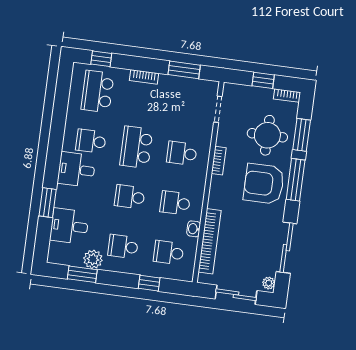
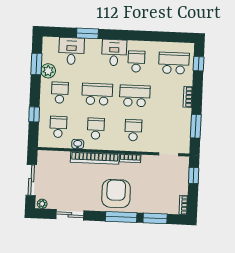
window: (263, 80) -> (194, 175), moved
round table: (267, 135) -> (152, 193), removed
school desk: (130, 197) -> (97, 94), width x1.85
bookcase: (210, 241) -> (95, 158), moved
sliding door: (287, 248) -> (70, 215), width x0.73

